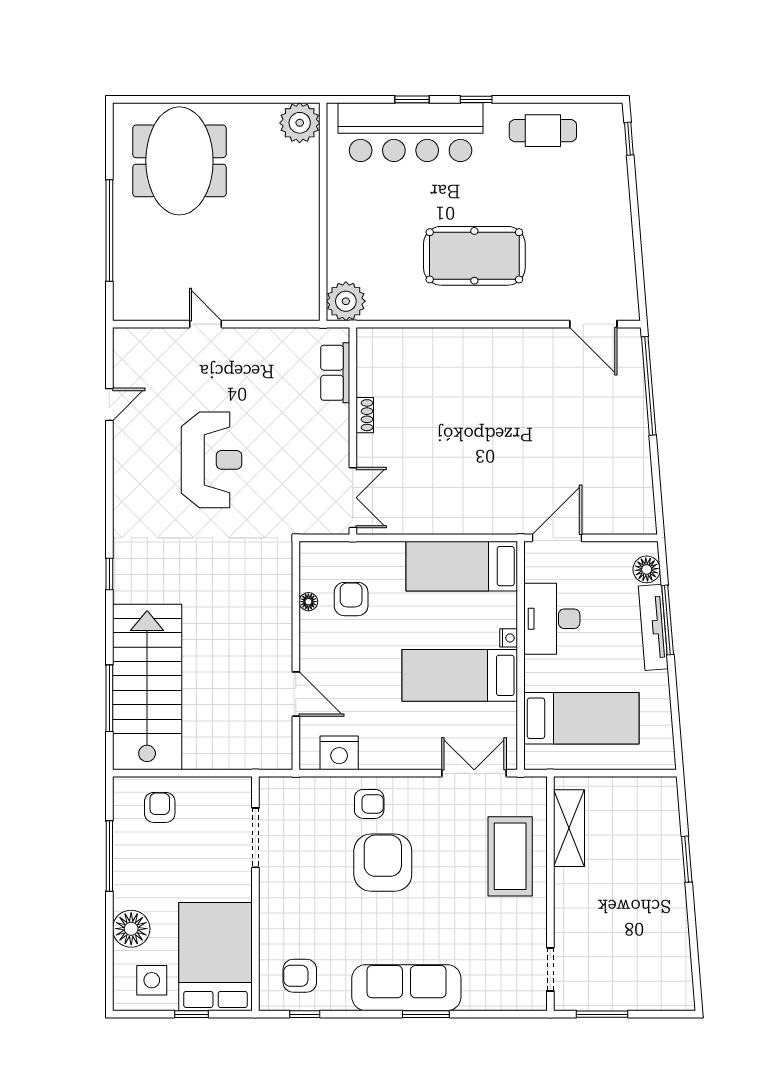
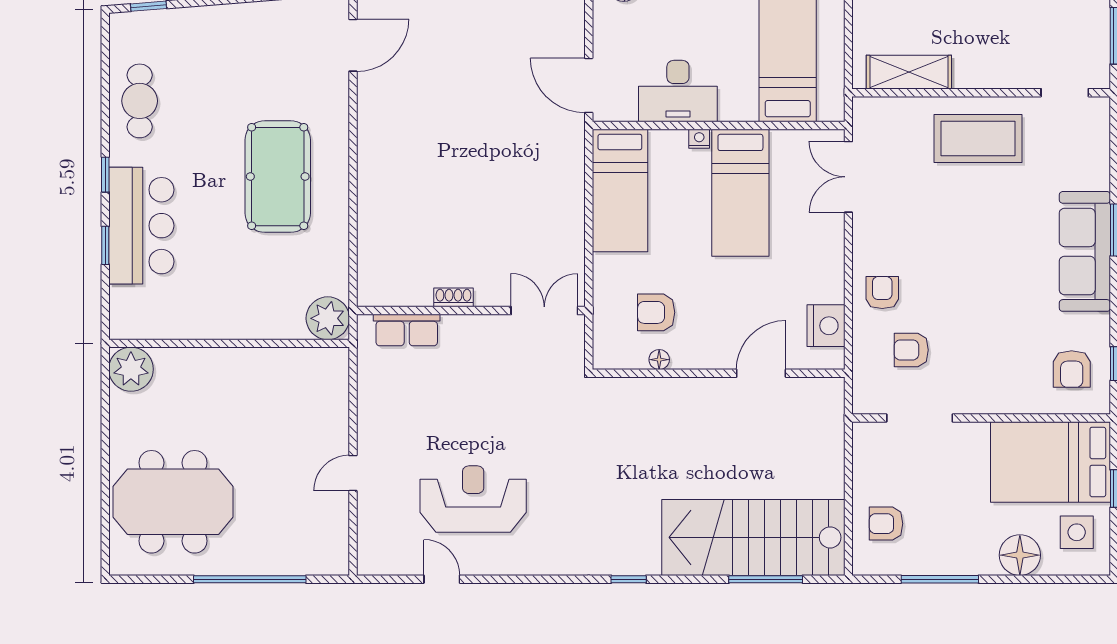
bar counter: (411, 132) -> (141, 226), width x0.73
reception desk: (211, 460) -> (473, 499), moved
coffee table: (510, 856) -> (978, 138), moved
armchair: (383, 863) -> (911, 350), moved, width x0.53, depth x0.53

